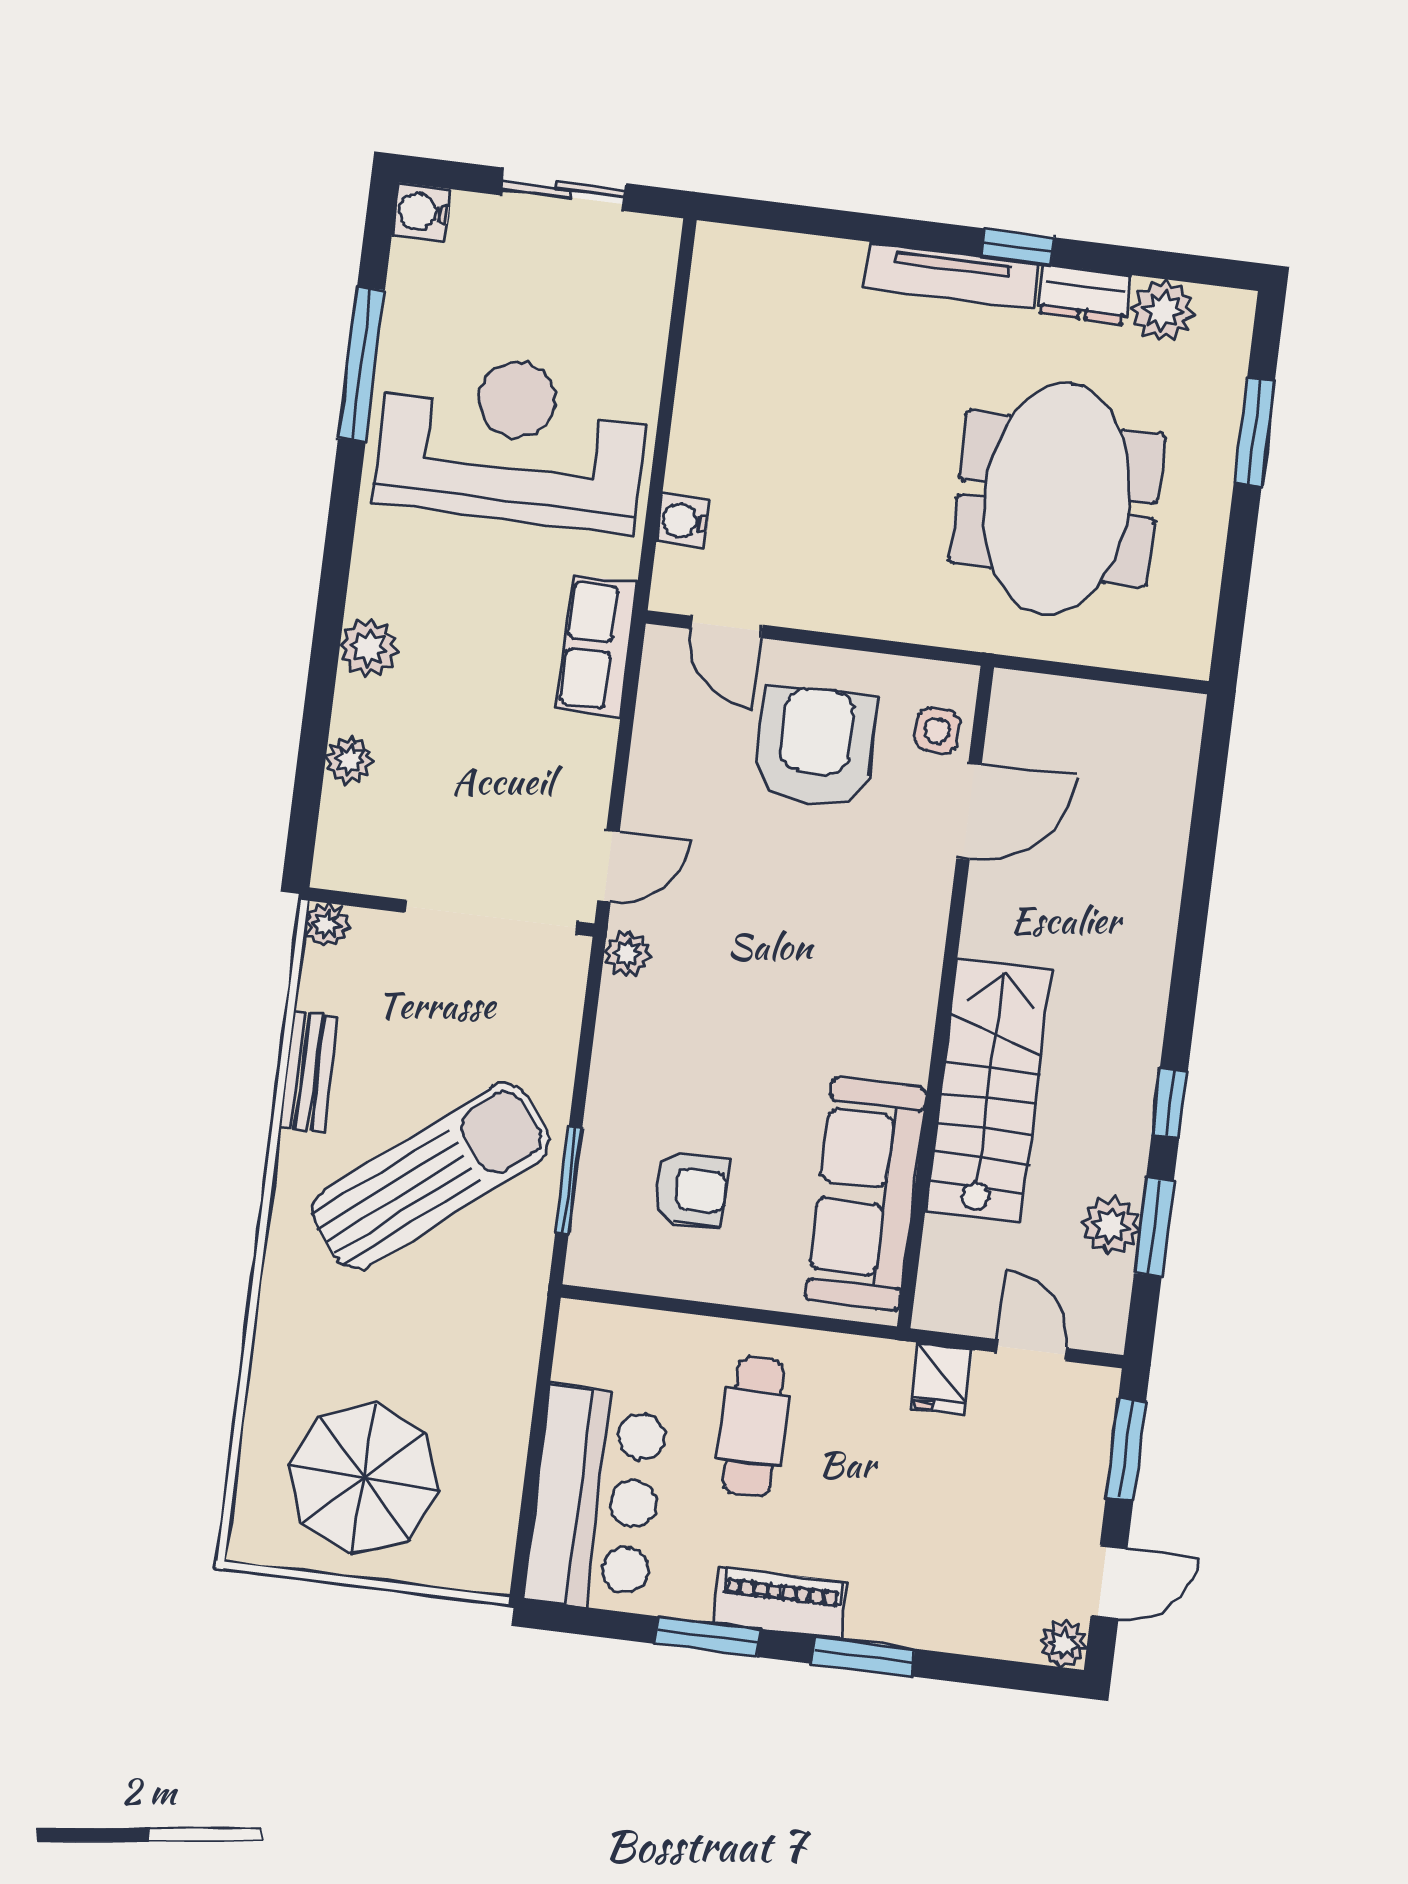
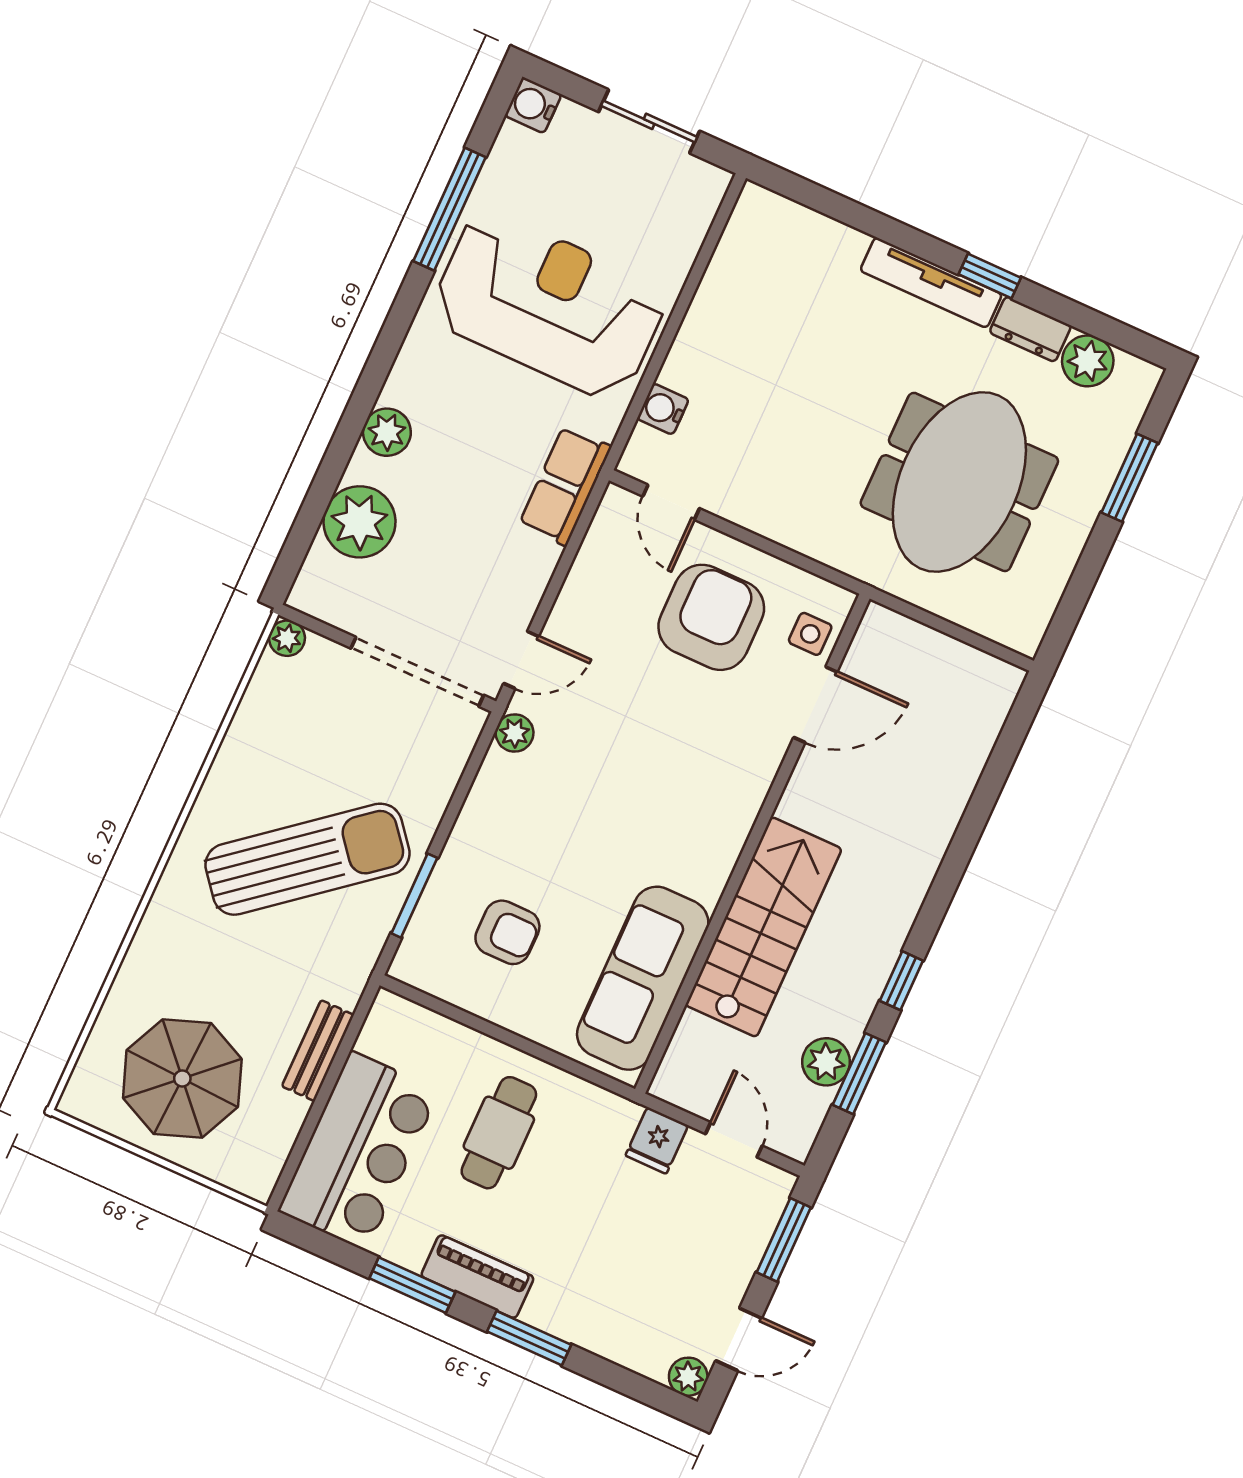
plant: (349, 760) -> (360, 522), width x1.87, depth x1.87
bench: (308, 1072) -> (318, 1051), moved

